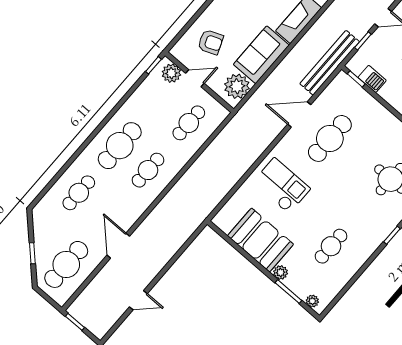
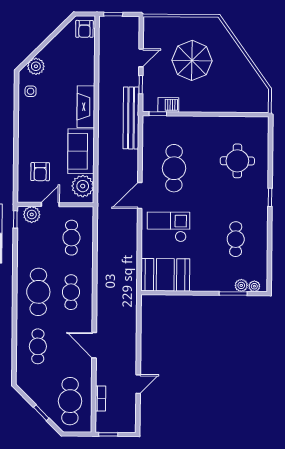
armchair: (211, 42) -> (40, 172), turned 112
door: (299, 114) -> (140, 195), moved
booth: (260, 240) -> (165, 275), moved
door: (118, 246) -> (94, 345), moved
plant: (281, 272) -> (241, 285), moved
bookcase: (95, 285) -> (101, 399), added

